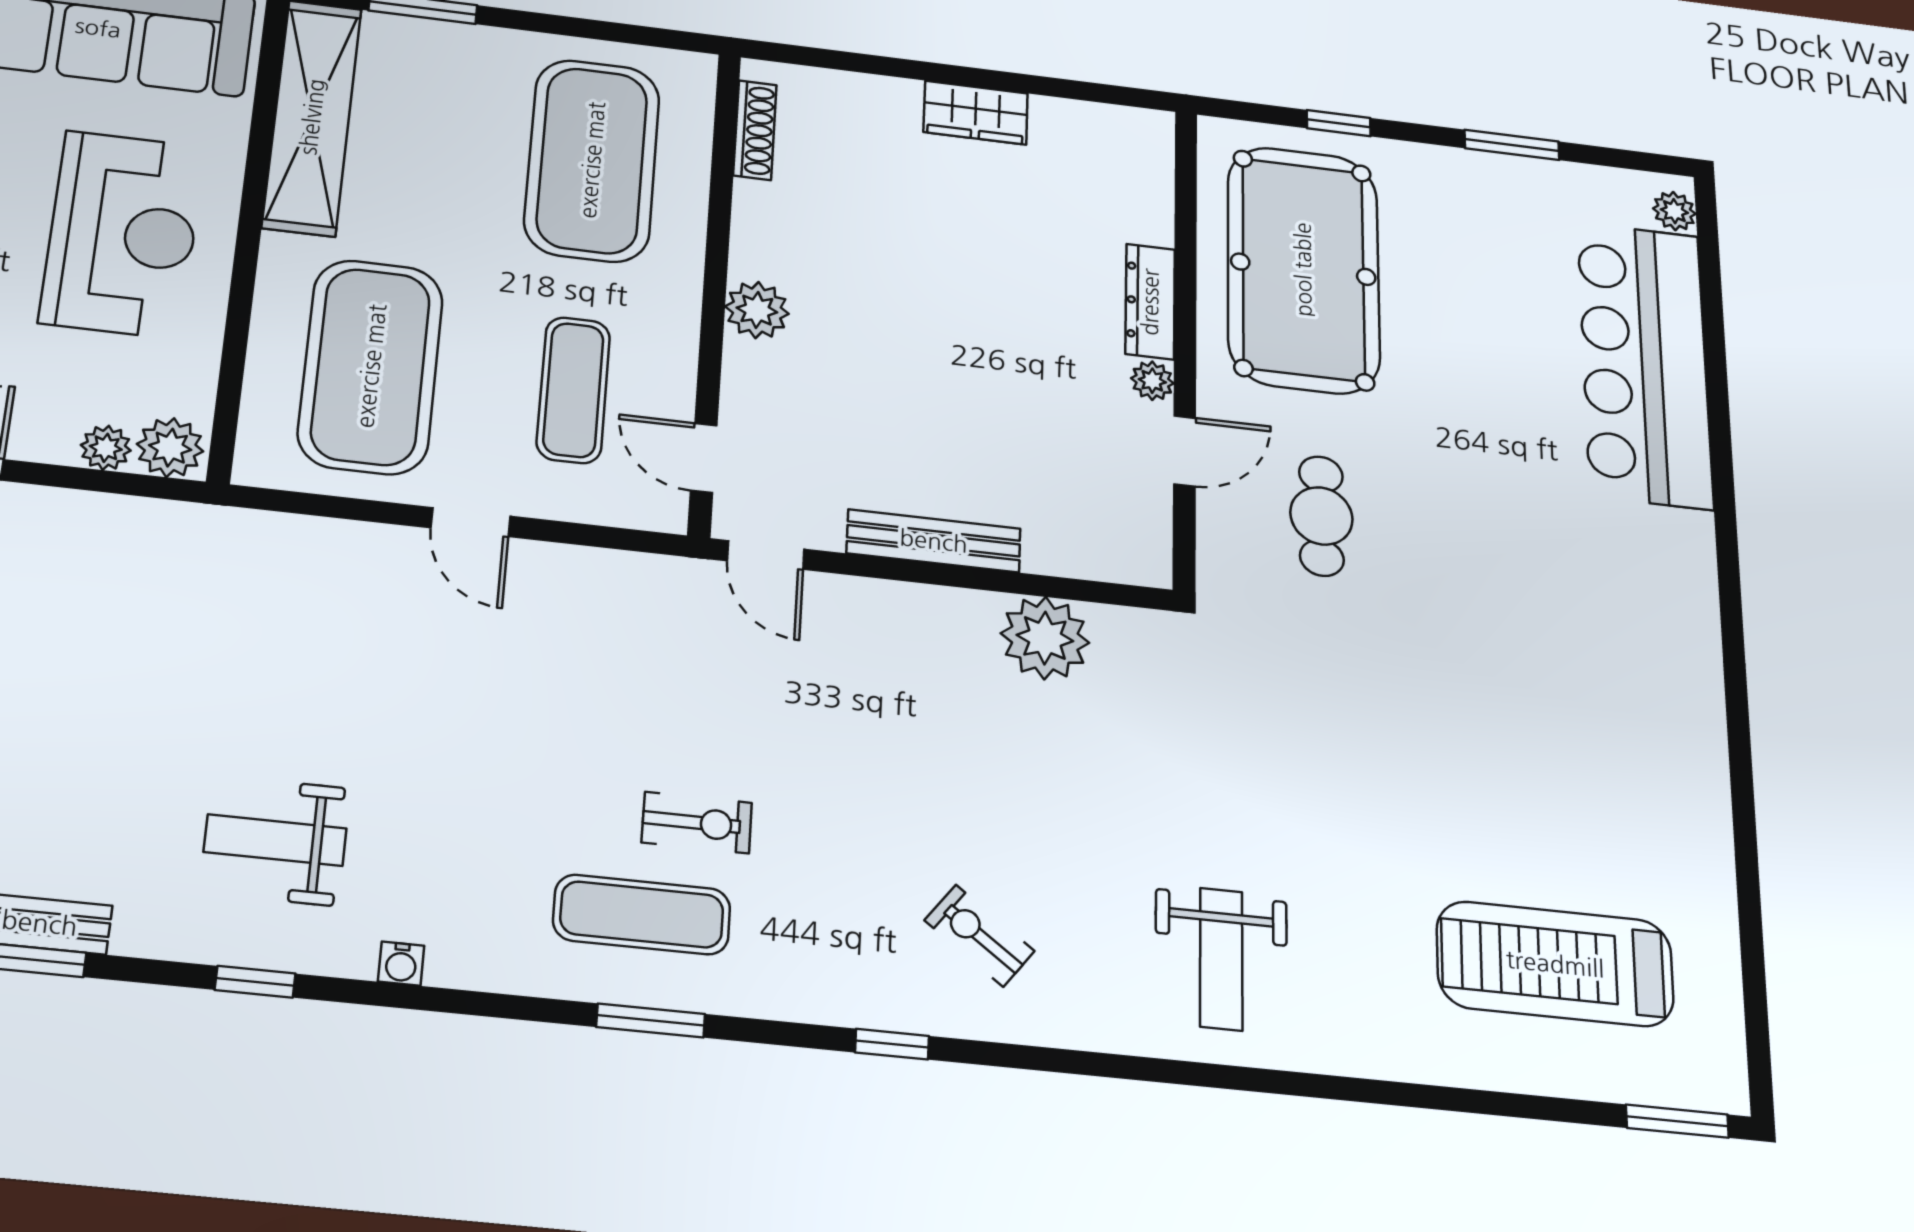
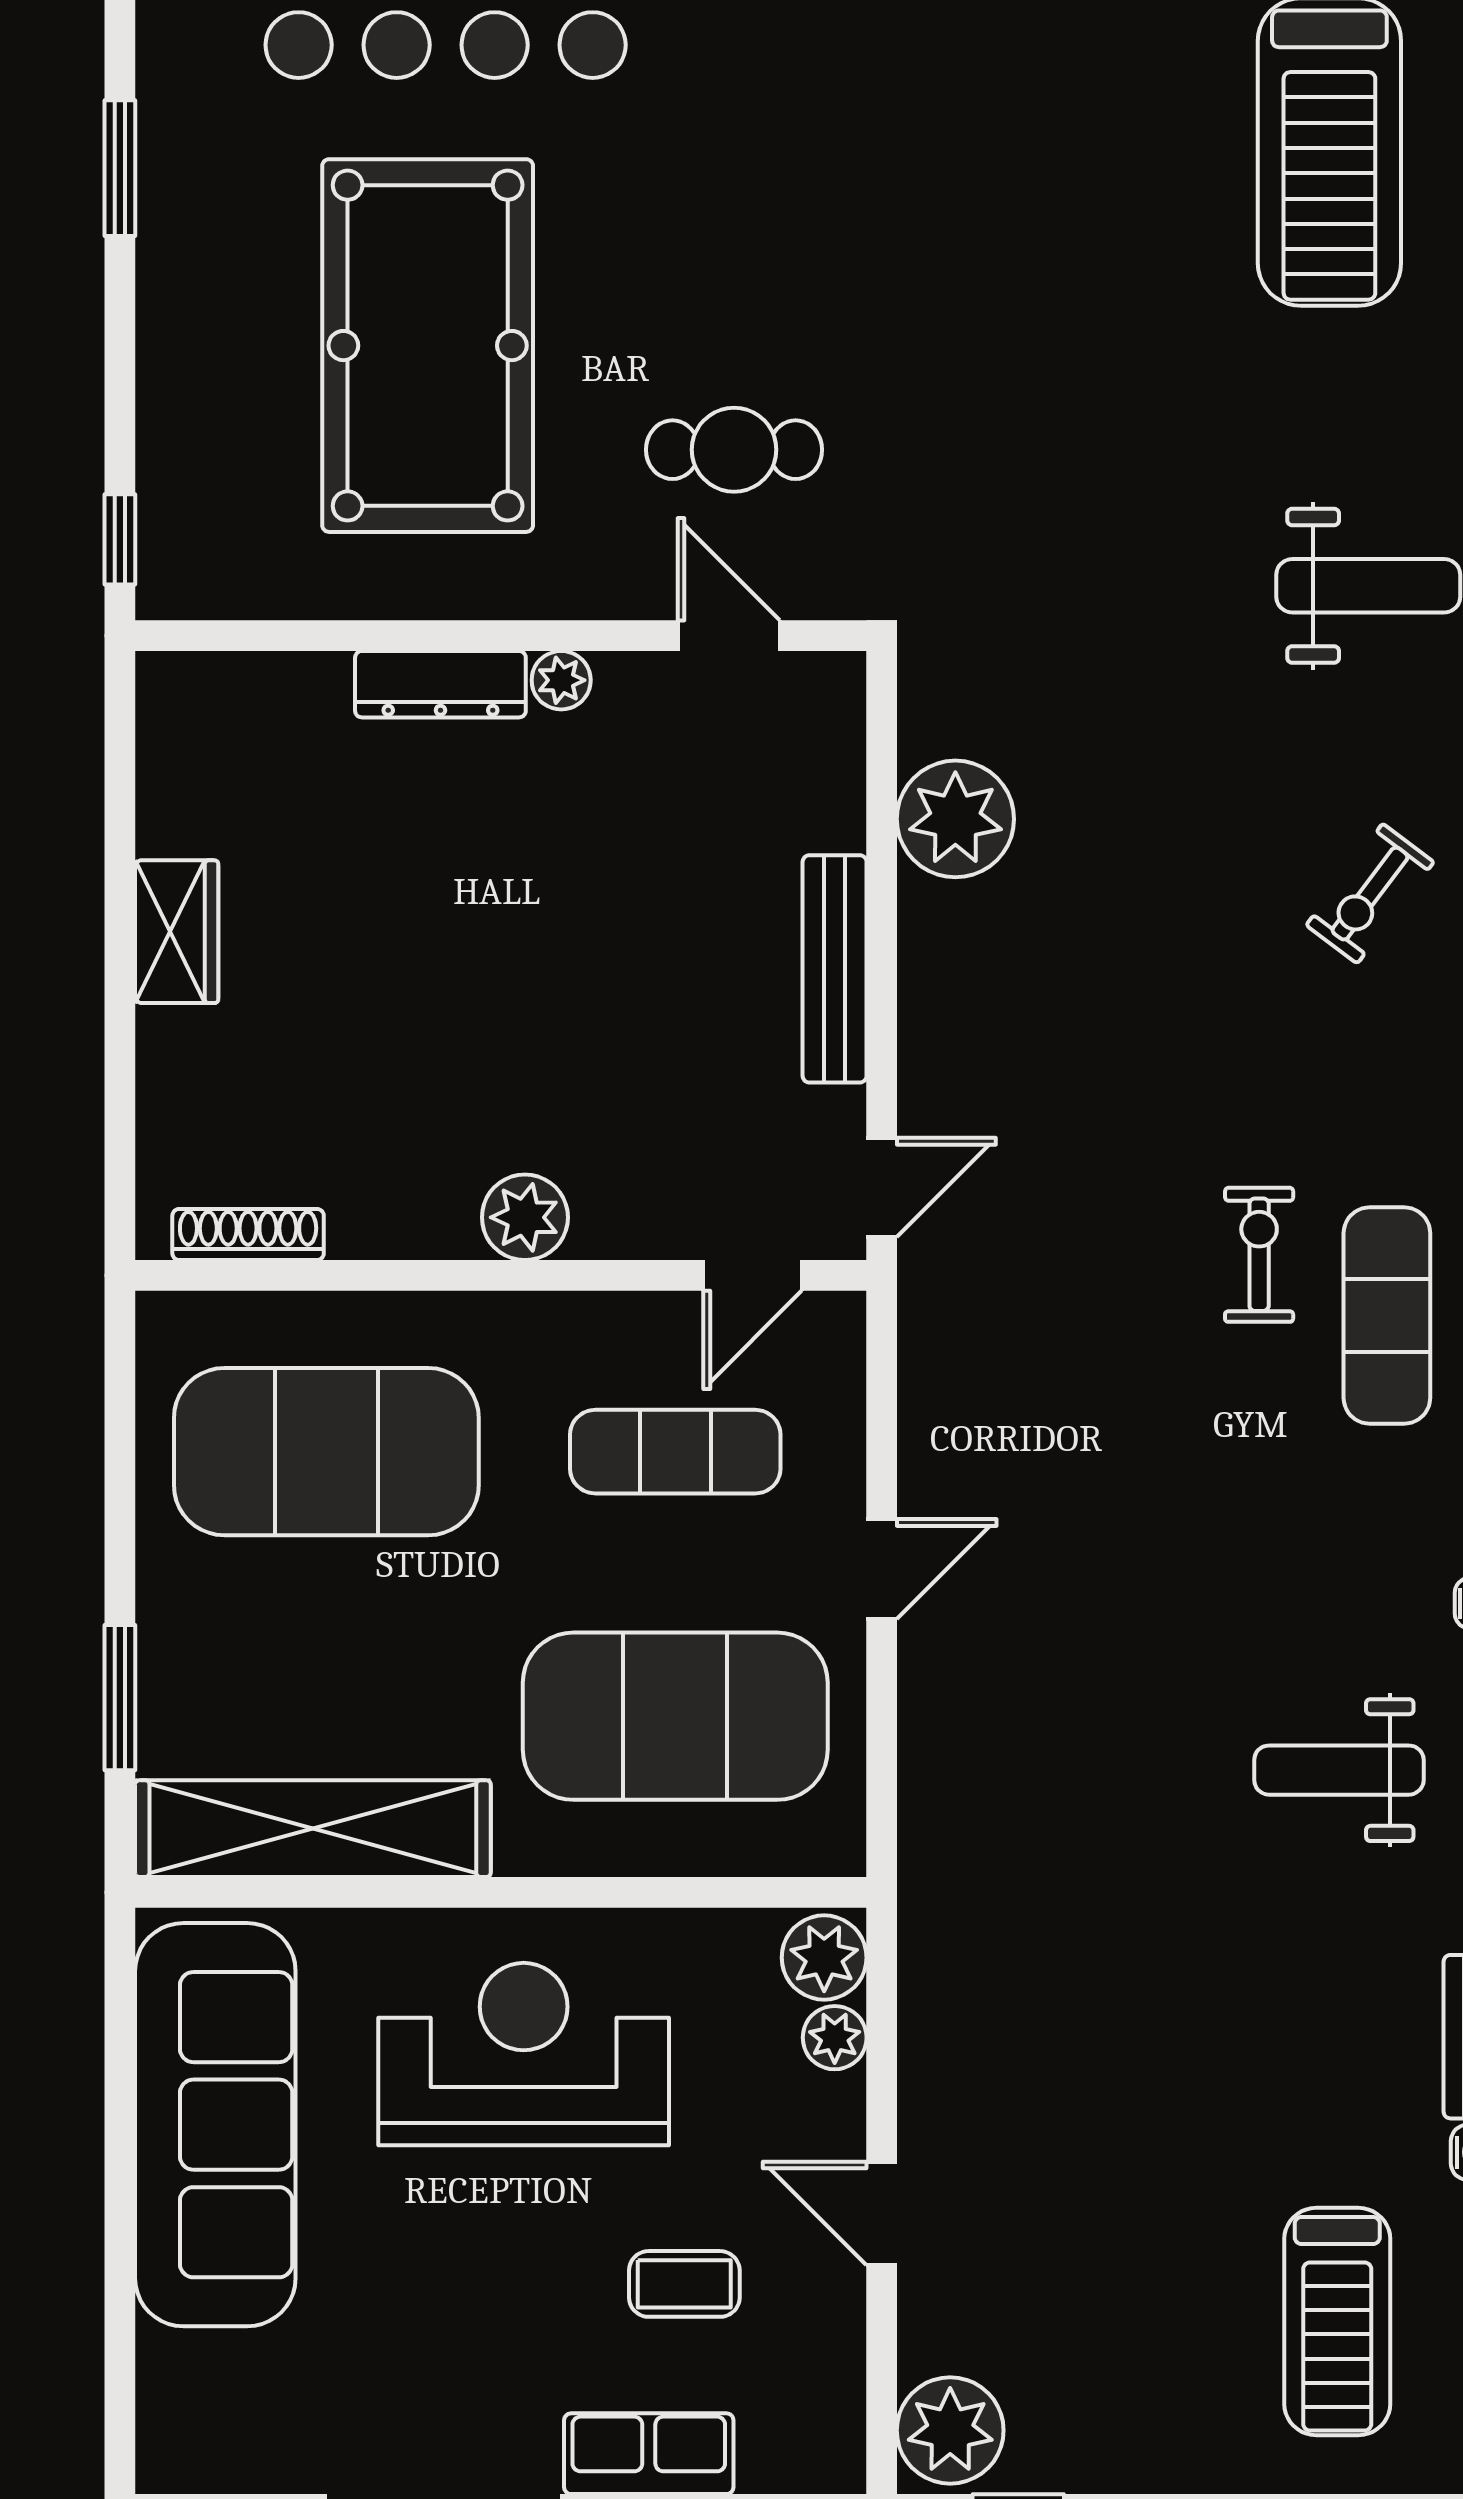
window: (1339, 123) -> (120, 539), moved
pool table: (1303, 269) -> (428, 346), moved, turned 90
door: (1185, 451) -> (729, 636), moved
weight bench: (275, 840) -> (1339, 1770), turned 90

